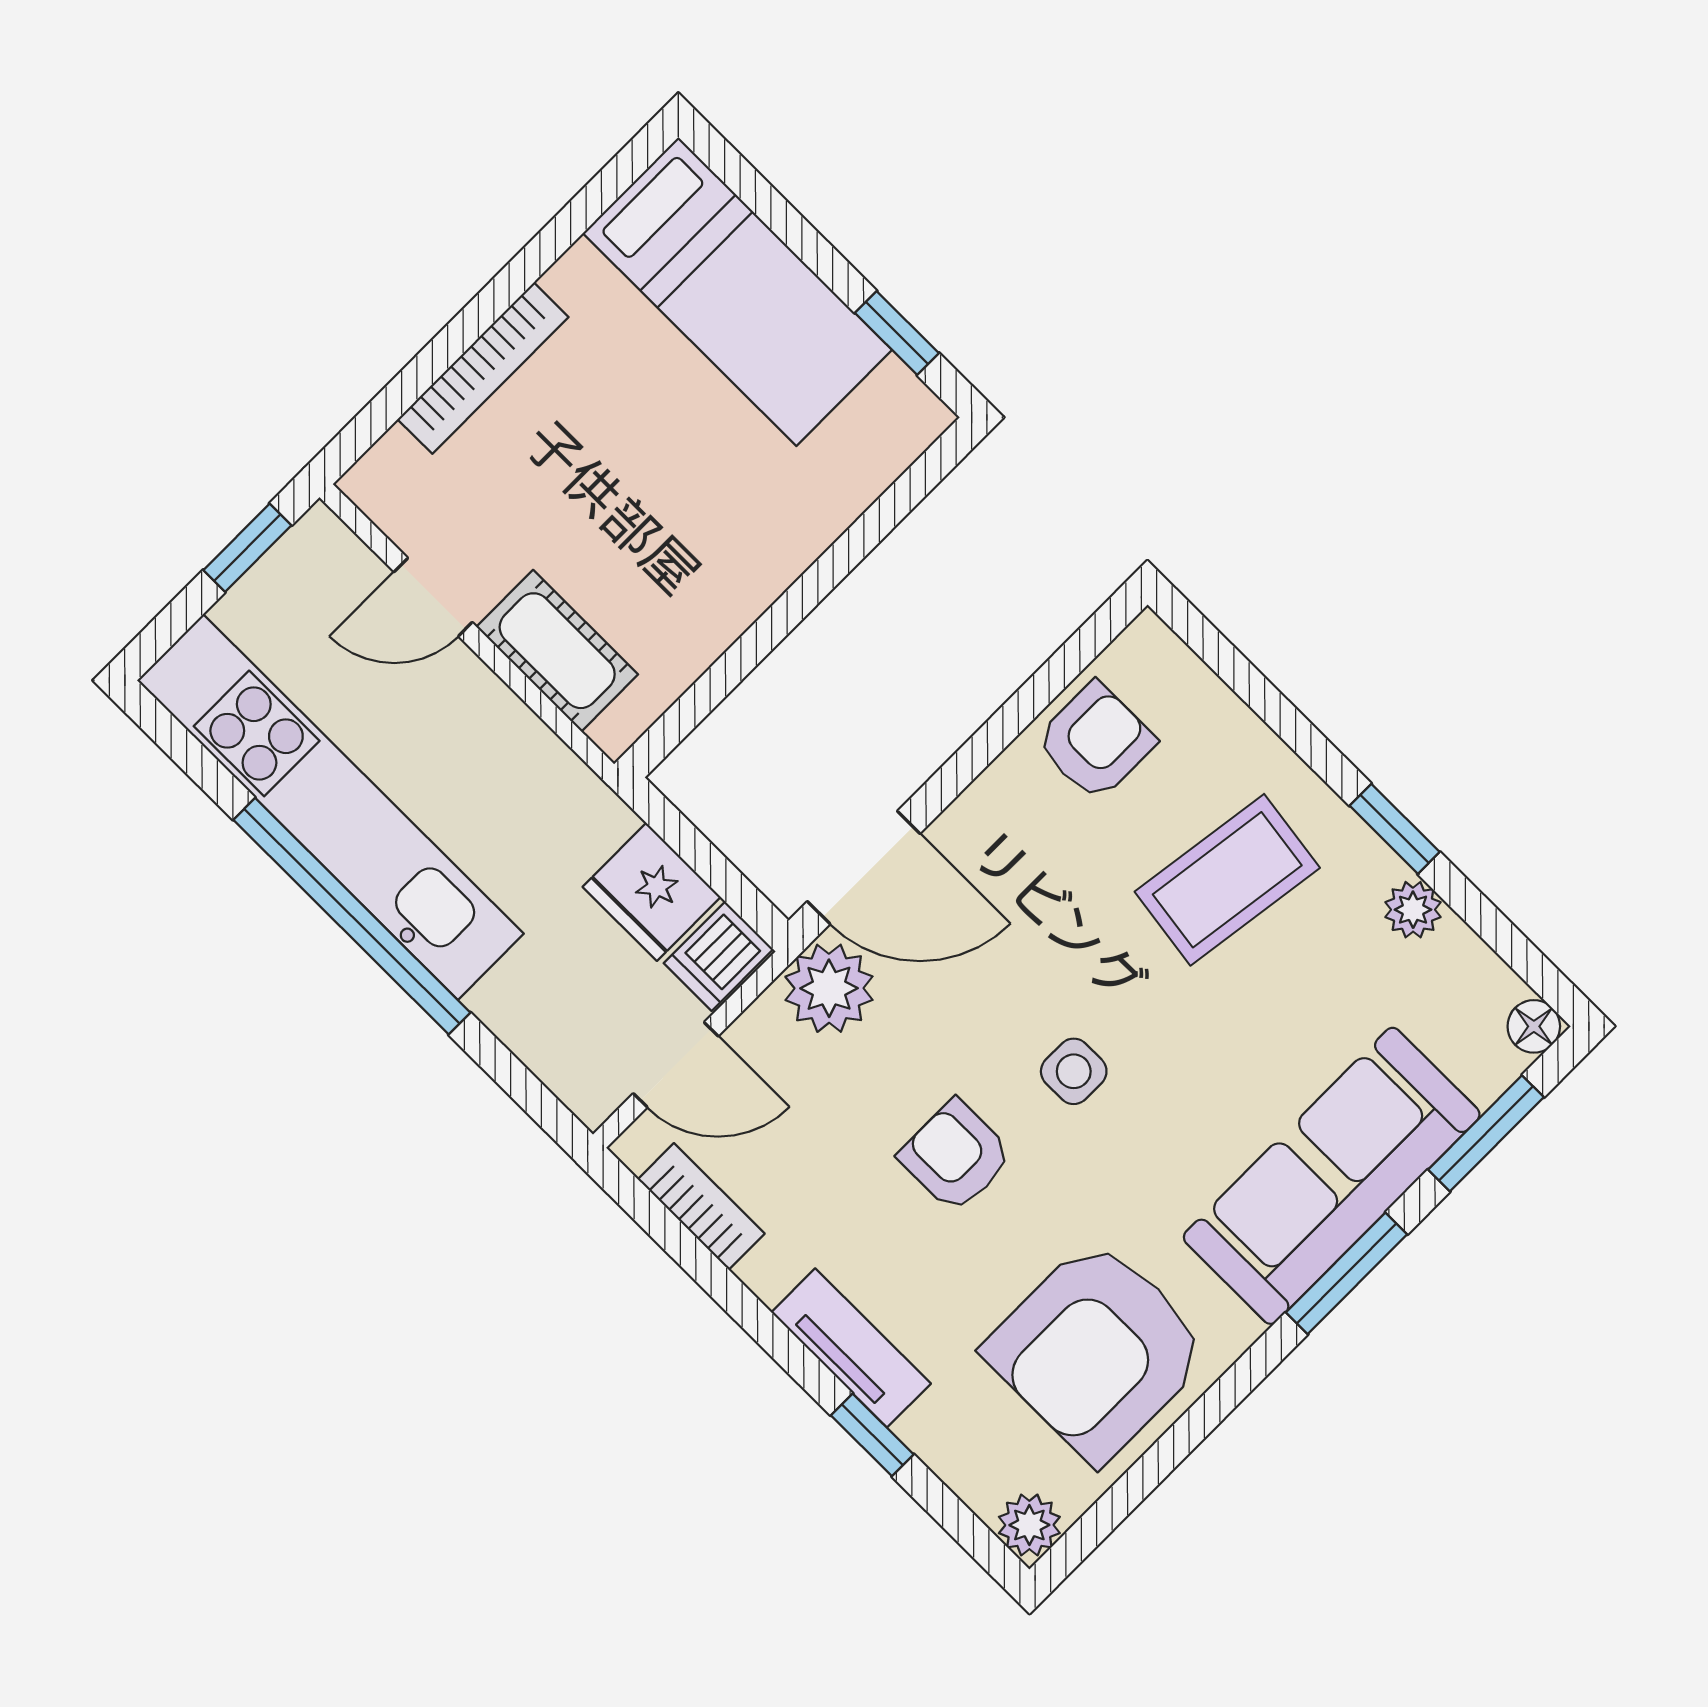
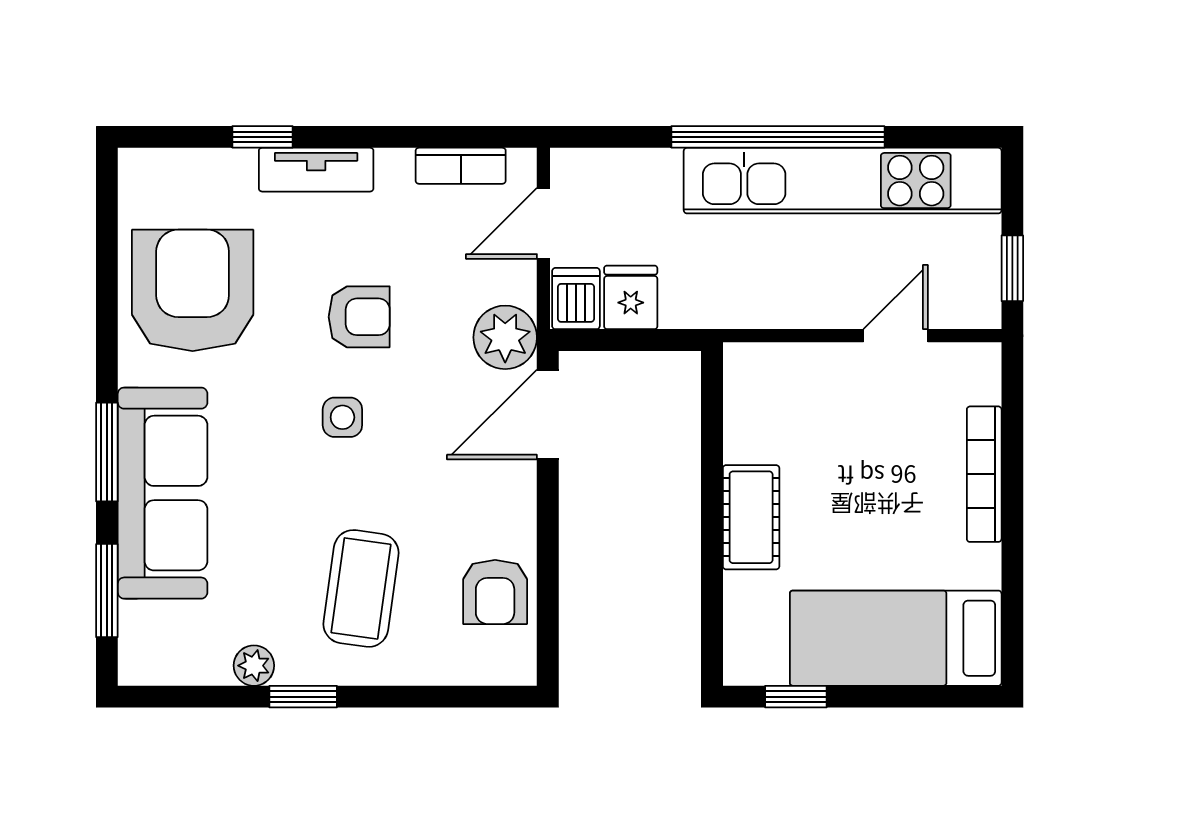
cot: (557, 651) -> (751, 517), moved, turned 90
fridge: (652, 892) -> (631, 297), width x0.72
floor lamp: (1534, 1026) -> (136, 667), removed
plant: (1029, 1525) -> (140, 170), removed

